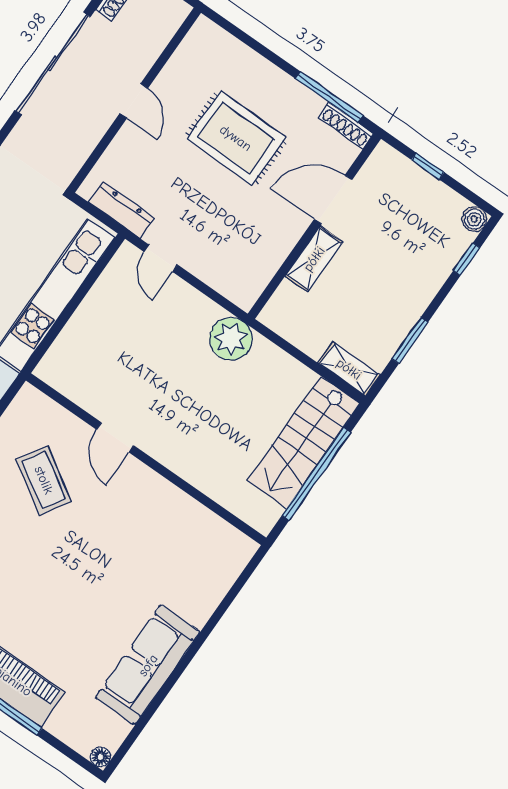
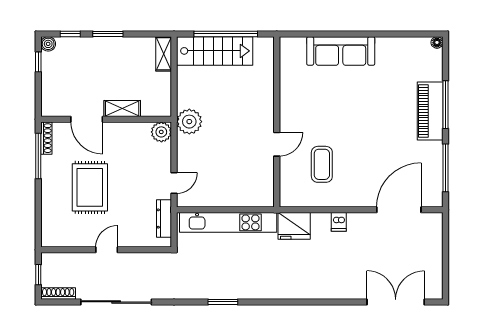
window: (428, 166) -> (38, 62), moved
plant: (244, 290) -> (161, 132), added
window: (410, 340) -> (108, 34), moved
coffee table: (44, 480) -> (322, 164), turned -32
sofa: (148, 665) -> (341, 51), moved

